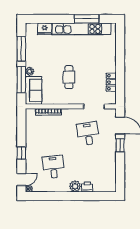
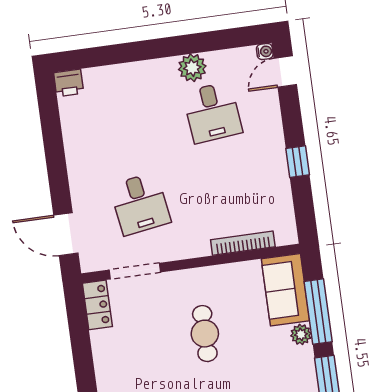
locker: (111, 82) -> (97, 305), moved
window: (120, 145) -> (59, 186), removed
window: (21, 153) -> (298, 162), moved
plant: (75, 186) -> (192, 68), moved
printer: (87, 187) -> (69, 83), moved

